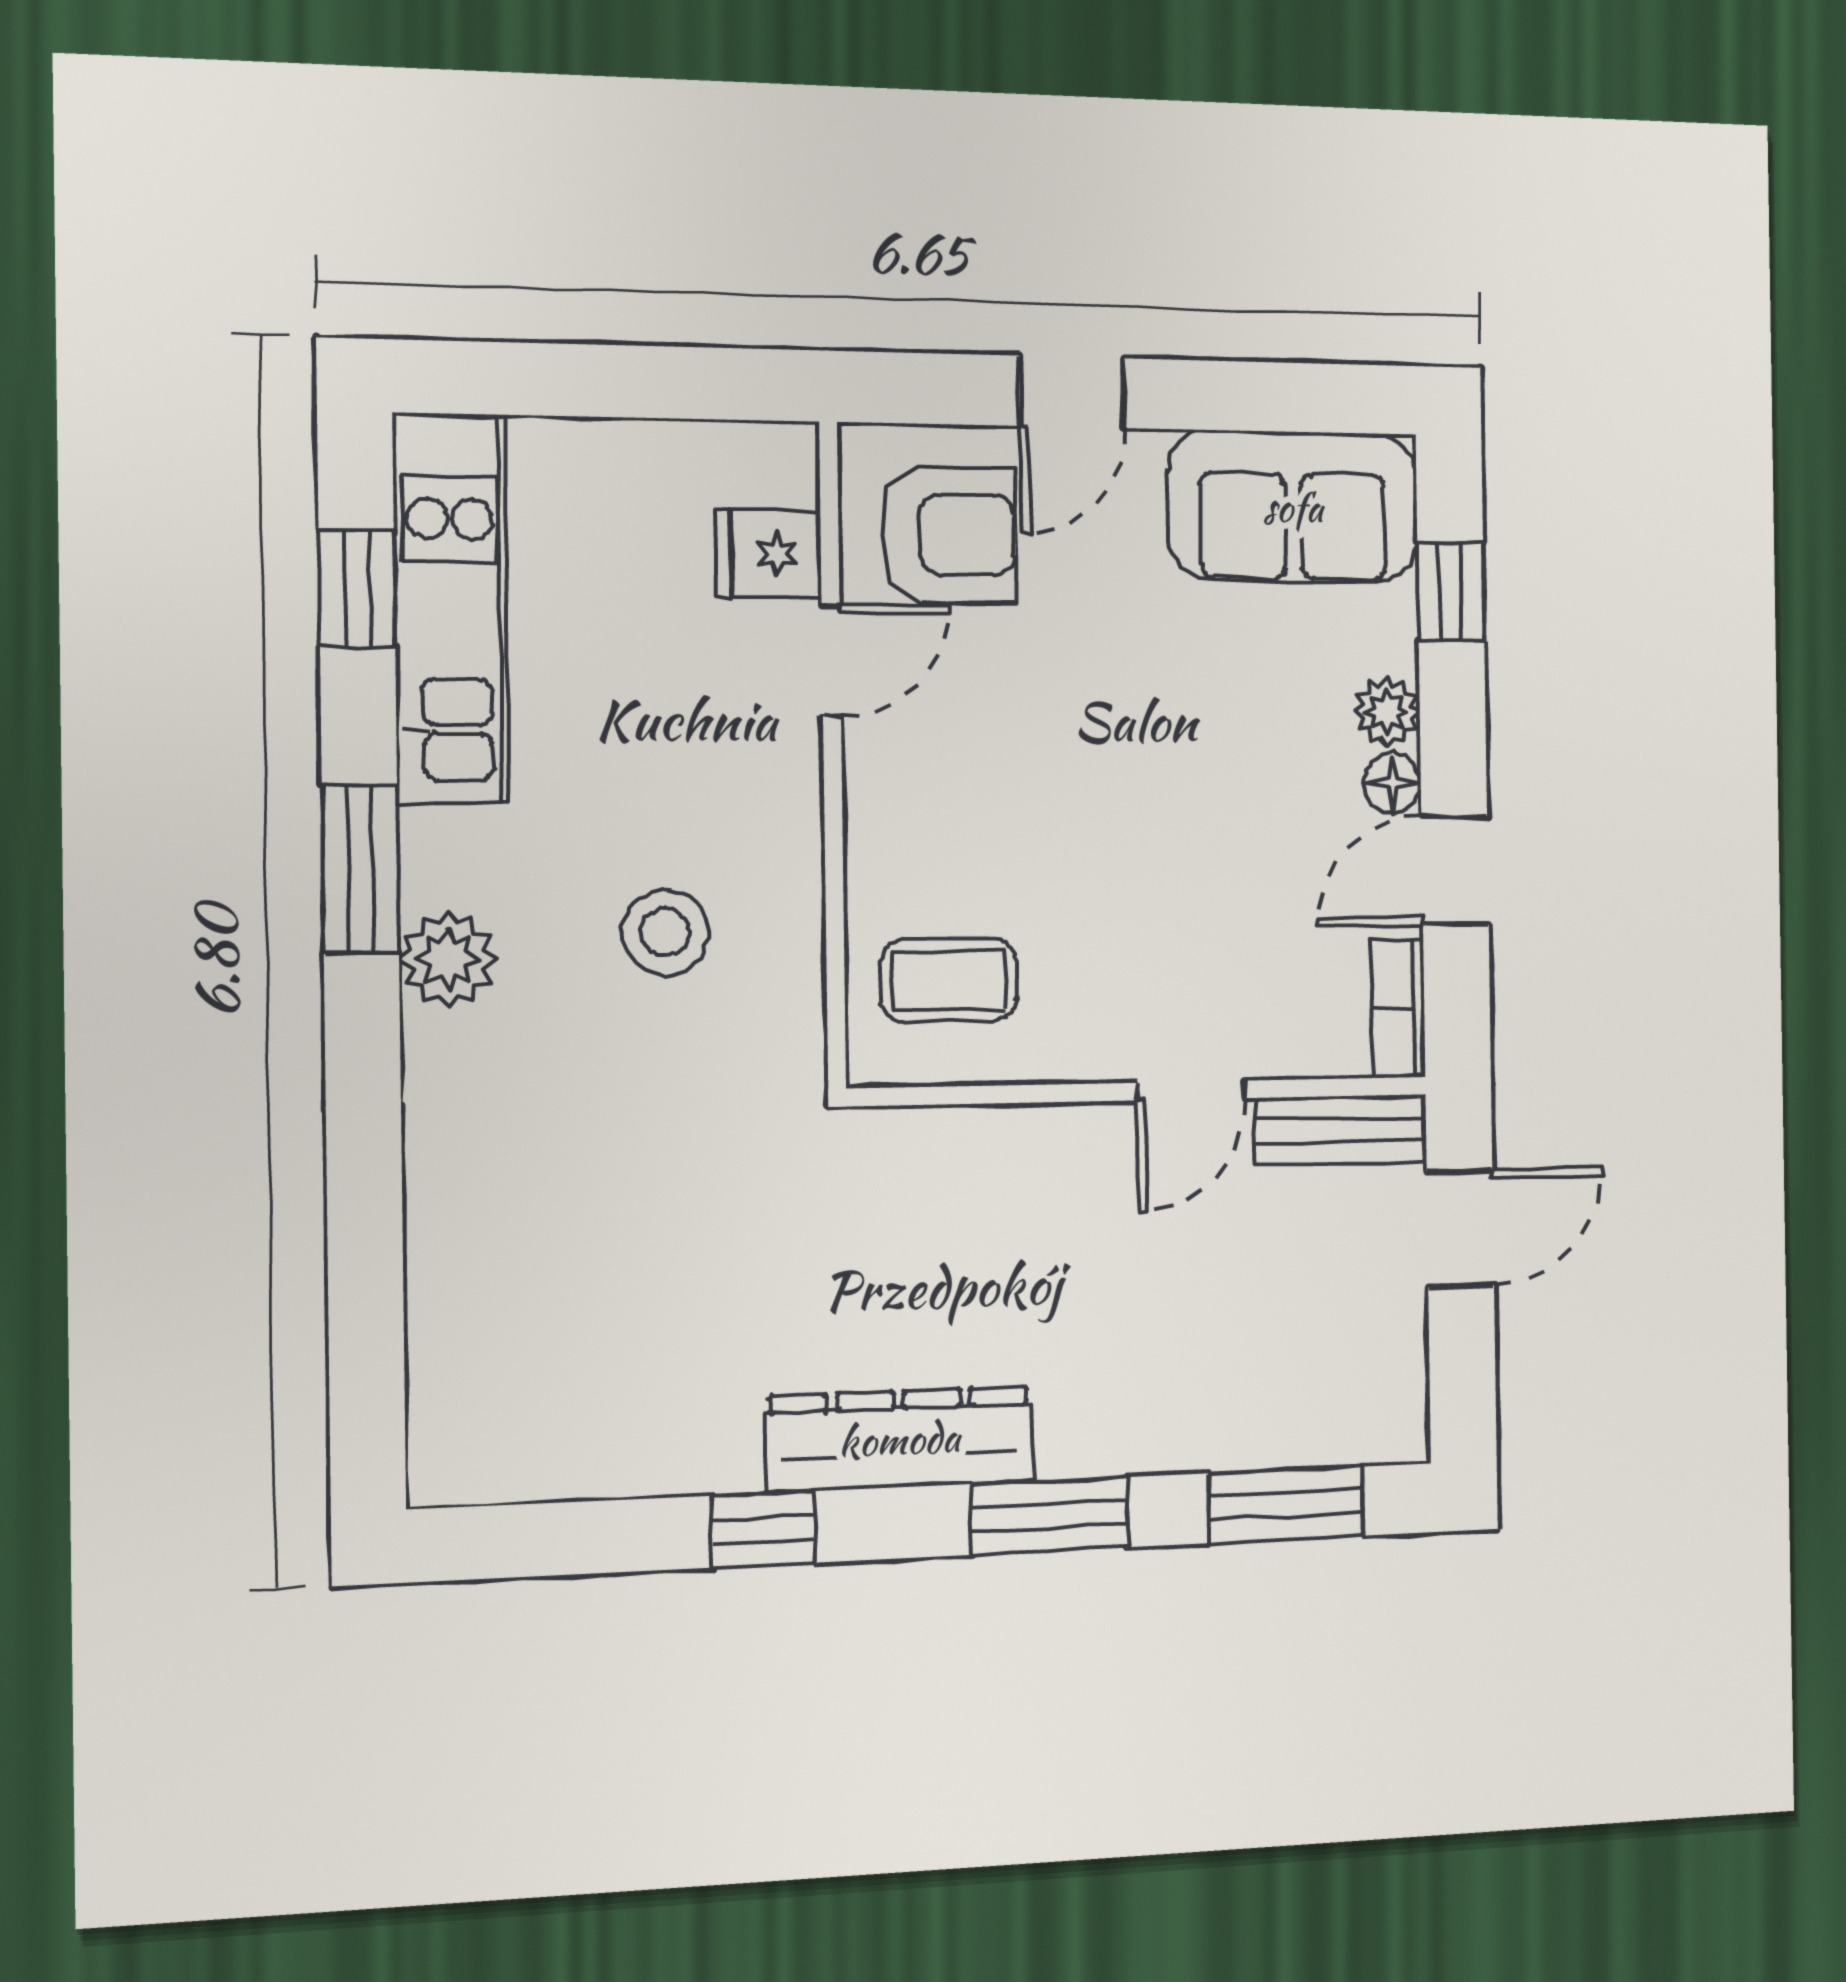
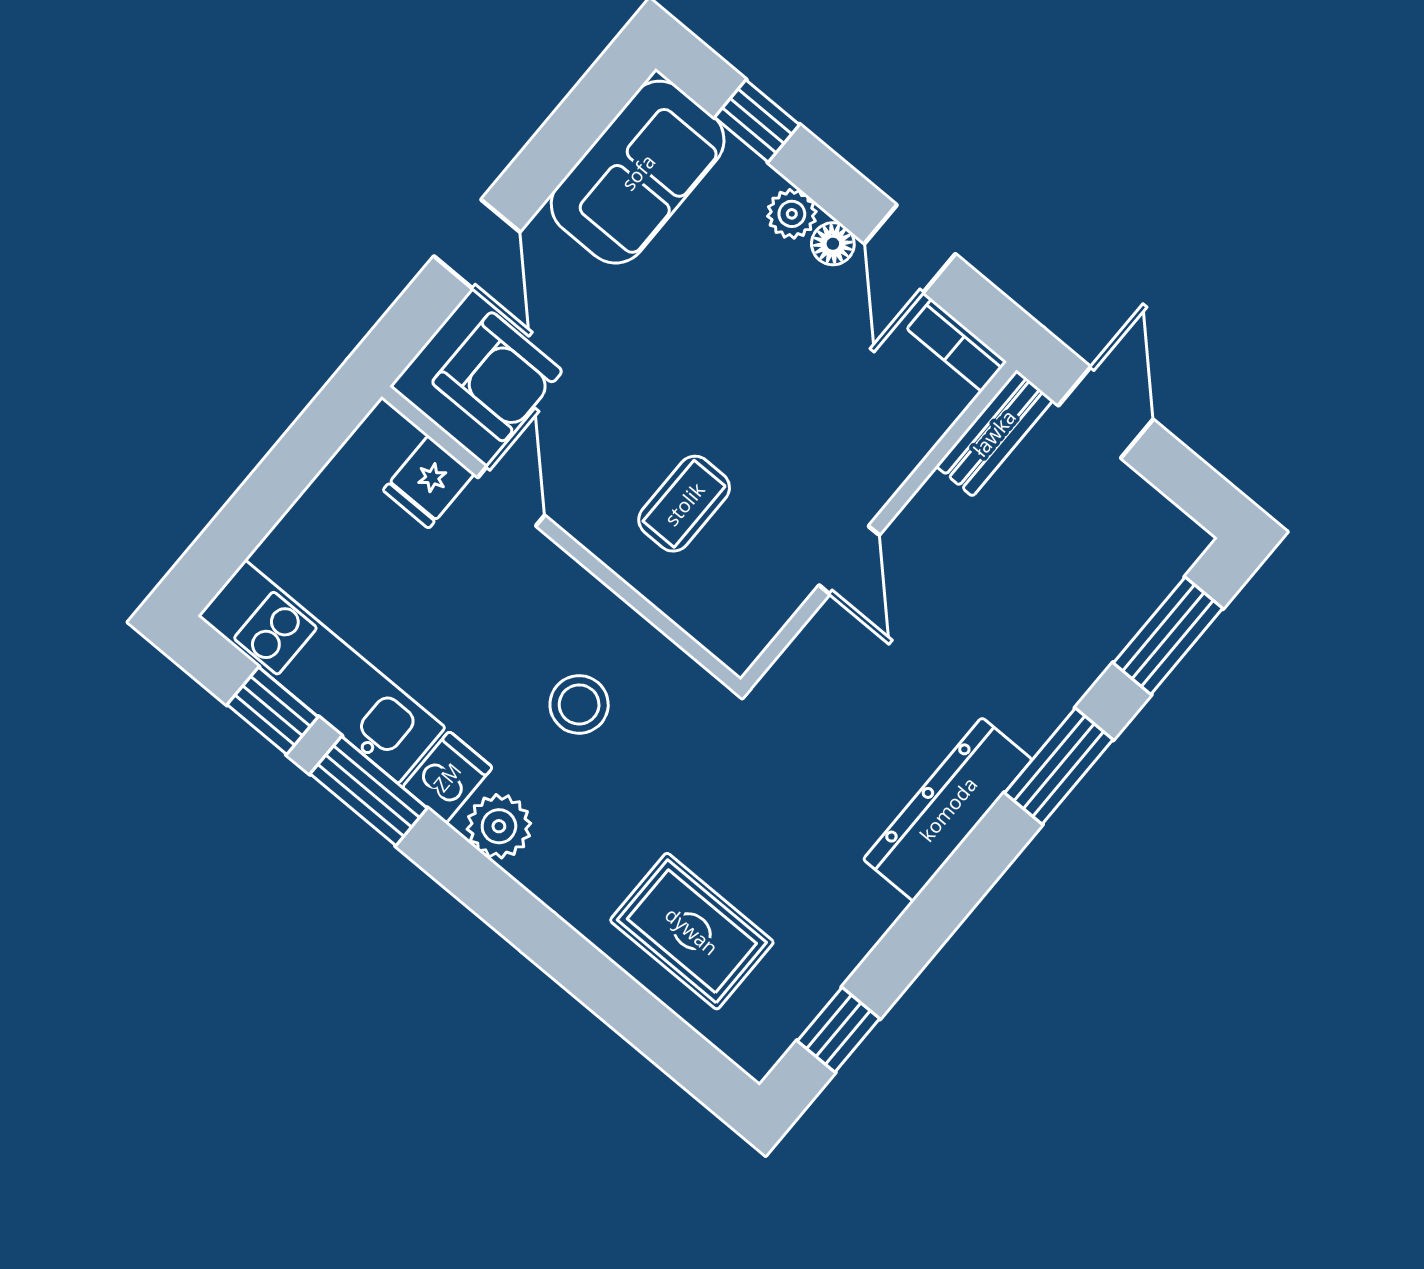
armchair: (948, 535) -> (497, 377), turned 90
dishwasher: (454, 853) -> (447, 777), added
window: (360, 869) -> (369, 791), moved
coffee table: (949, 980) -> (684, 504), moved
door: (1191, 1090) -> (849, 560), moved
rug: (518, 1279) -> (692, 931), added
window: (763, 1529) -> (838, 1030), moved

